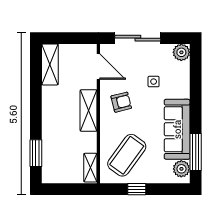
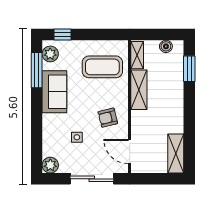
shelving: (89, 111) -> (139, 90), moved
sofa: (177, 129) -> (54, 92), width x0.73
coffee table: (127, 155) -> (102, 67), turned 54
boiler: (60, 177) -> (166, 46), added
window: (137, 189) -> (63, 35), moved

